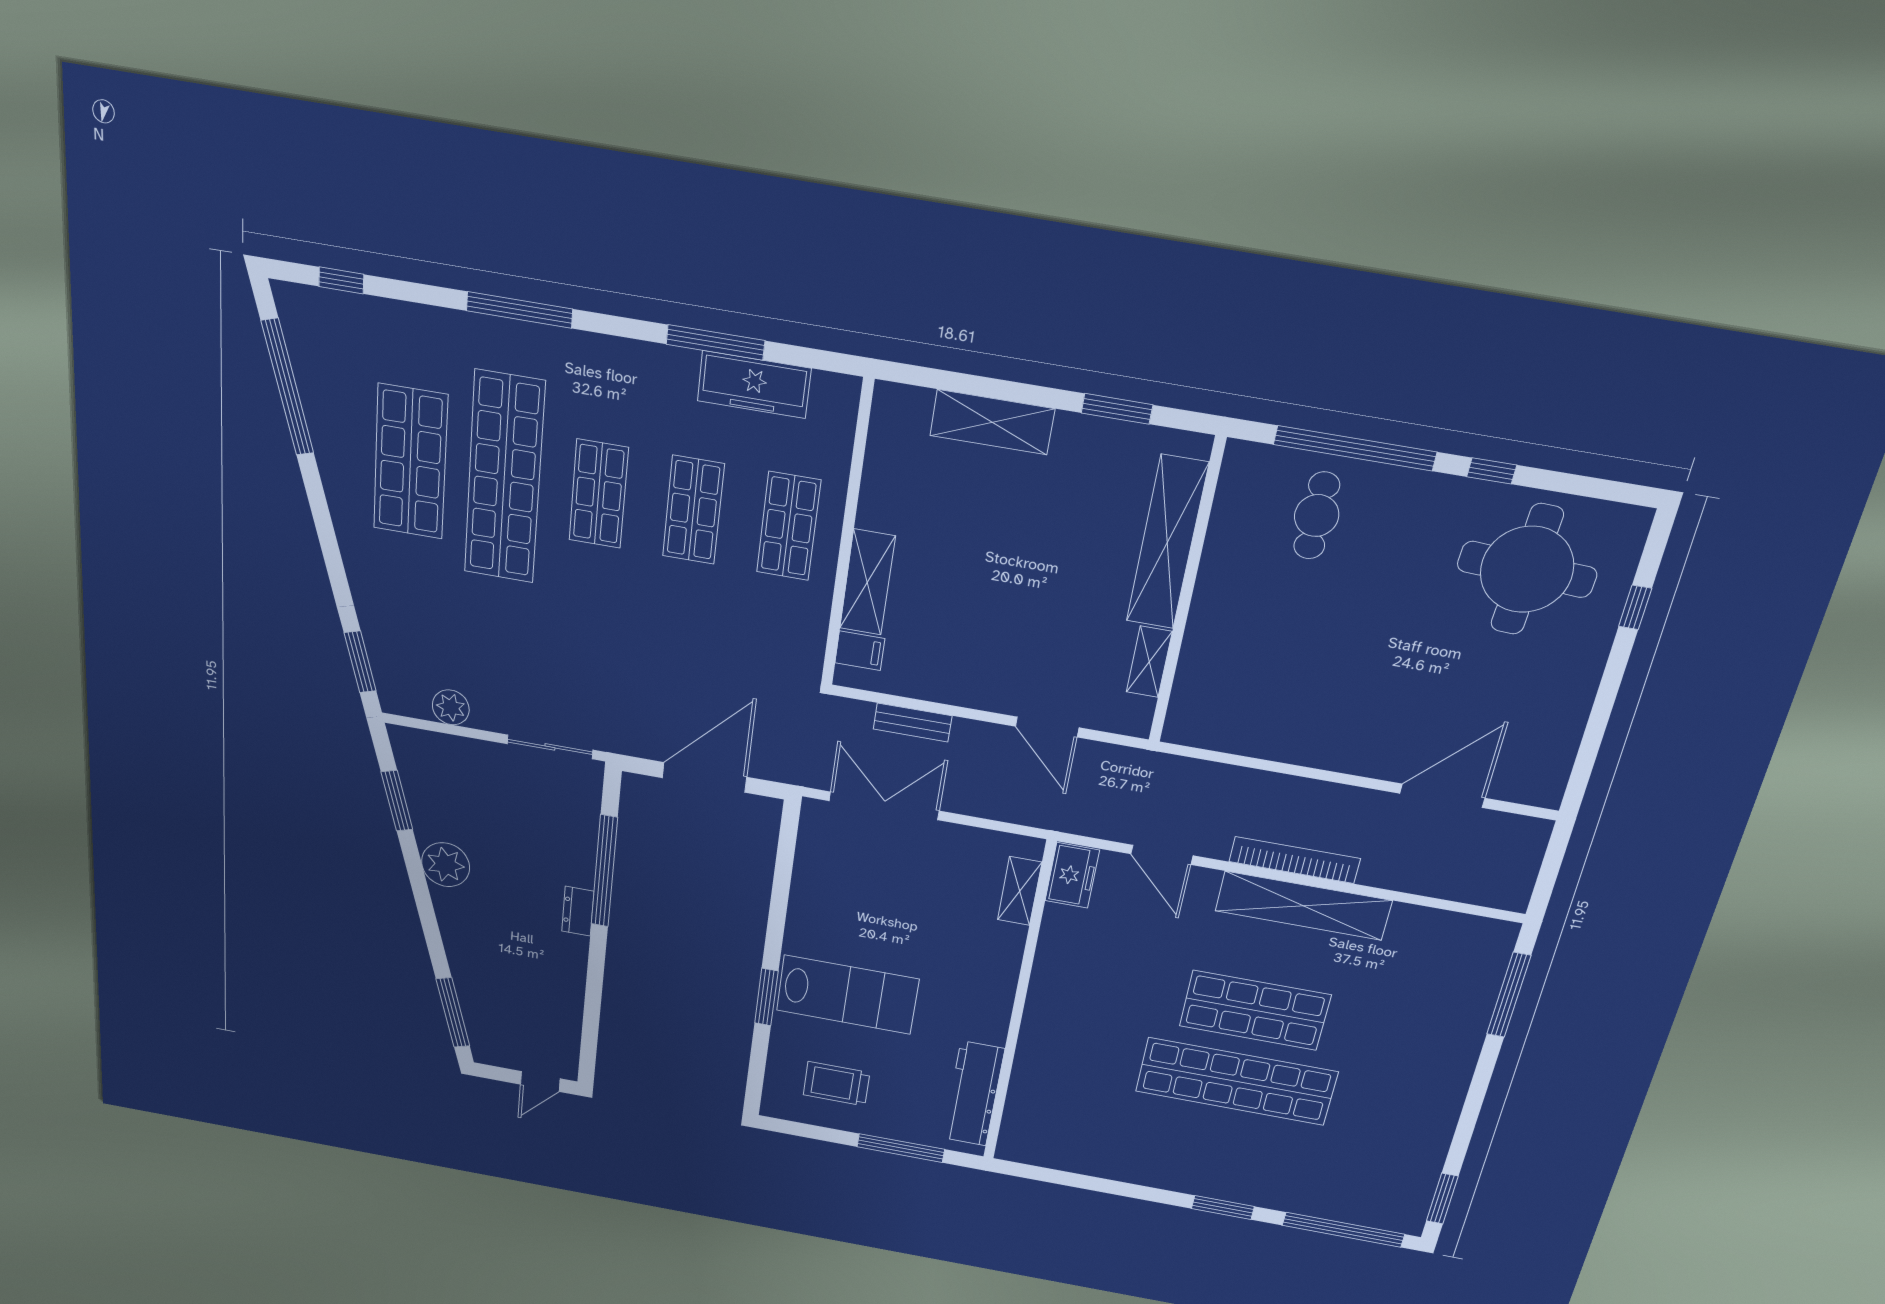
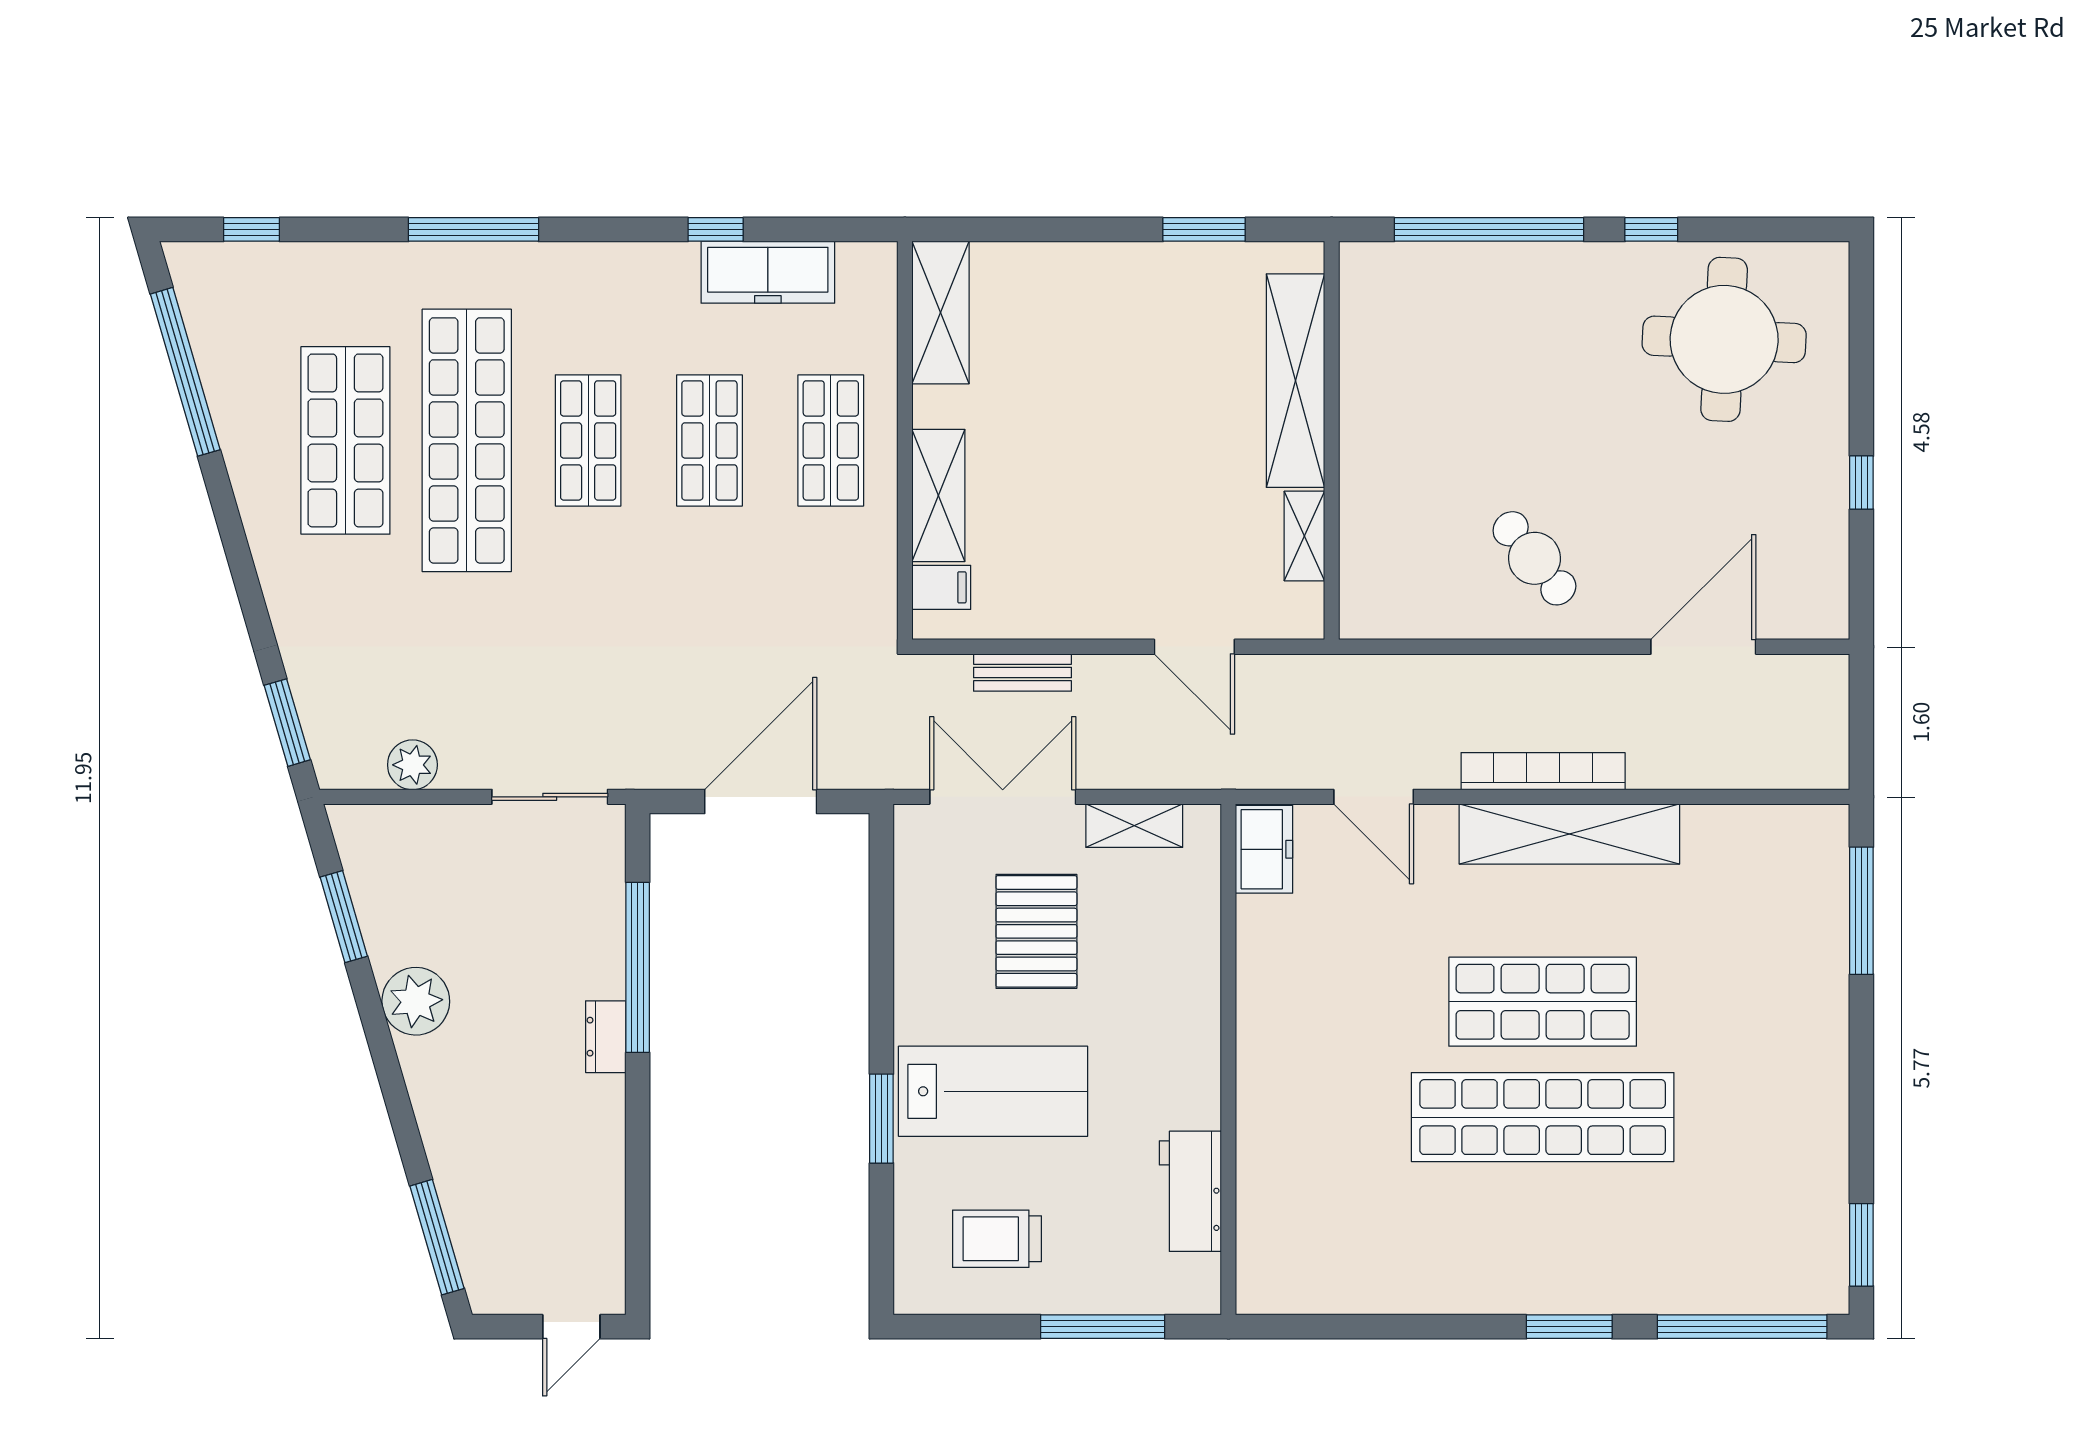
window: (716, 342) -> (716, 229), width x0.46
shelving: (992, 422) -> (941, 313), moved, turned 90
cafe table: (1317, 516) -> (1534, 558), moved, turned -39
window: (1635, 607) -> (1861, 483), moved
shelving: (1020, 891) -> (1134, 826), moved, turned 90
pallet: (895, 899) -> (1036, 931), added
workbench: (974, 1094) -> (1190, 1191), width x0.73

